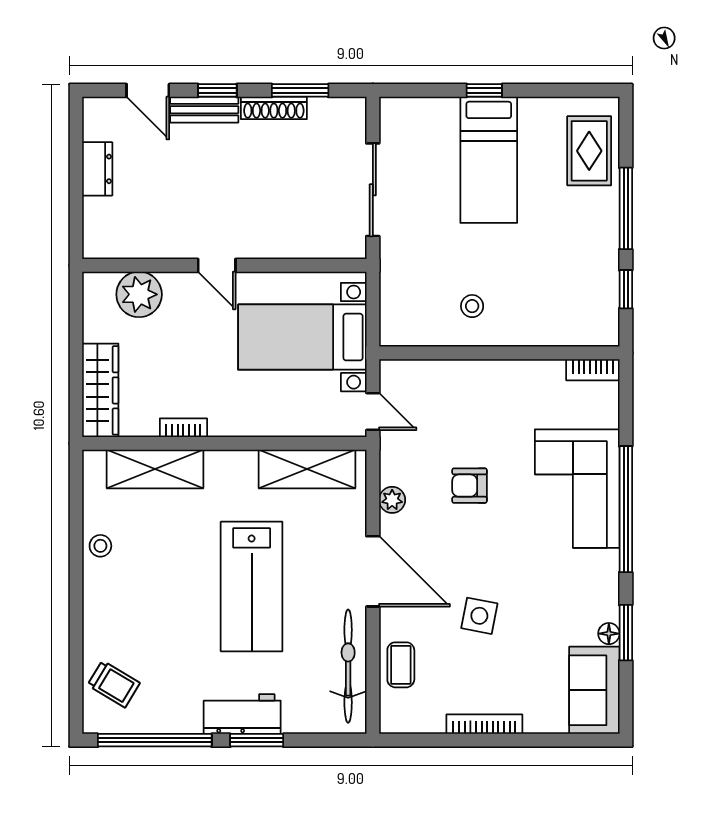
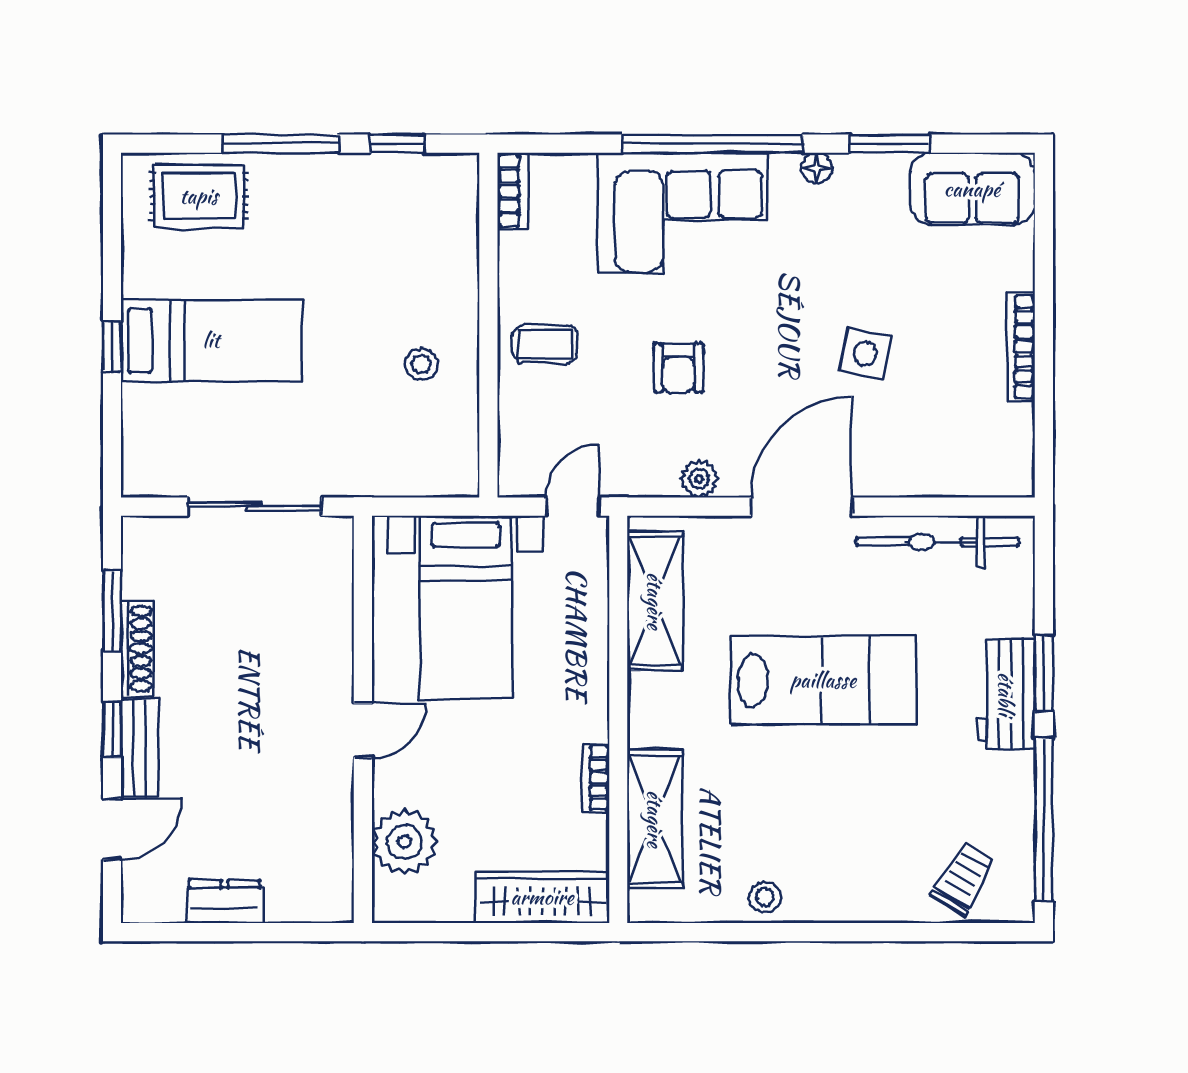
floor lamp: (609, 634) -> (817, 168), moved
coffee table: (401, 665) -> (545, 344), moved

